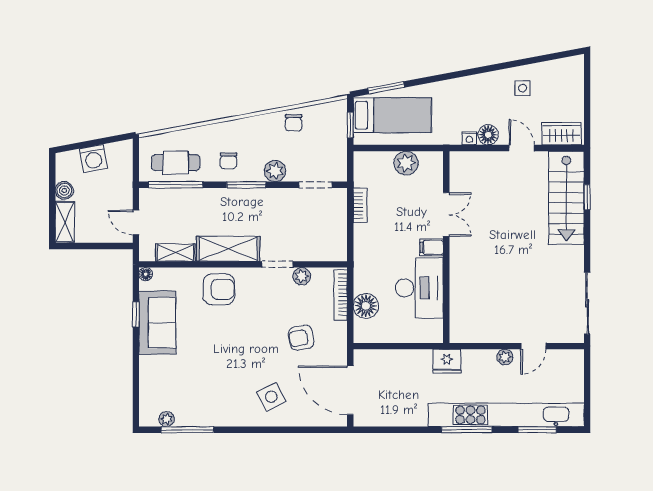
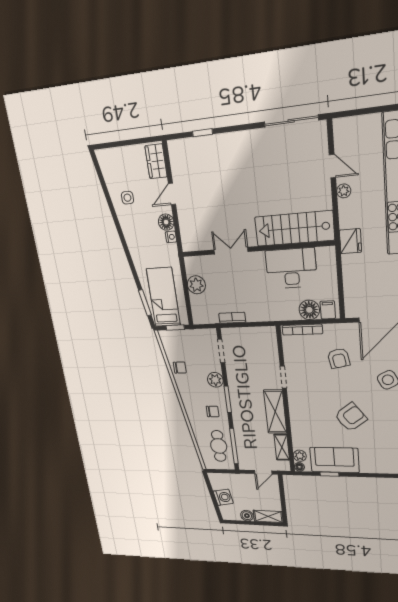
stairs: (566, 198) -> (294, 228), moved, turned 180
filing cabinet: (432, 247) -> (328, 310), moved, turned 180
plant: (302, 276) -> (300, 456), moved
armchair: (219, 289) -> (351, 417), moved, turned 53

